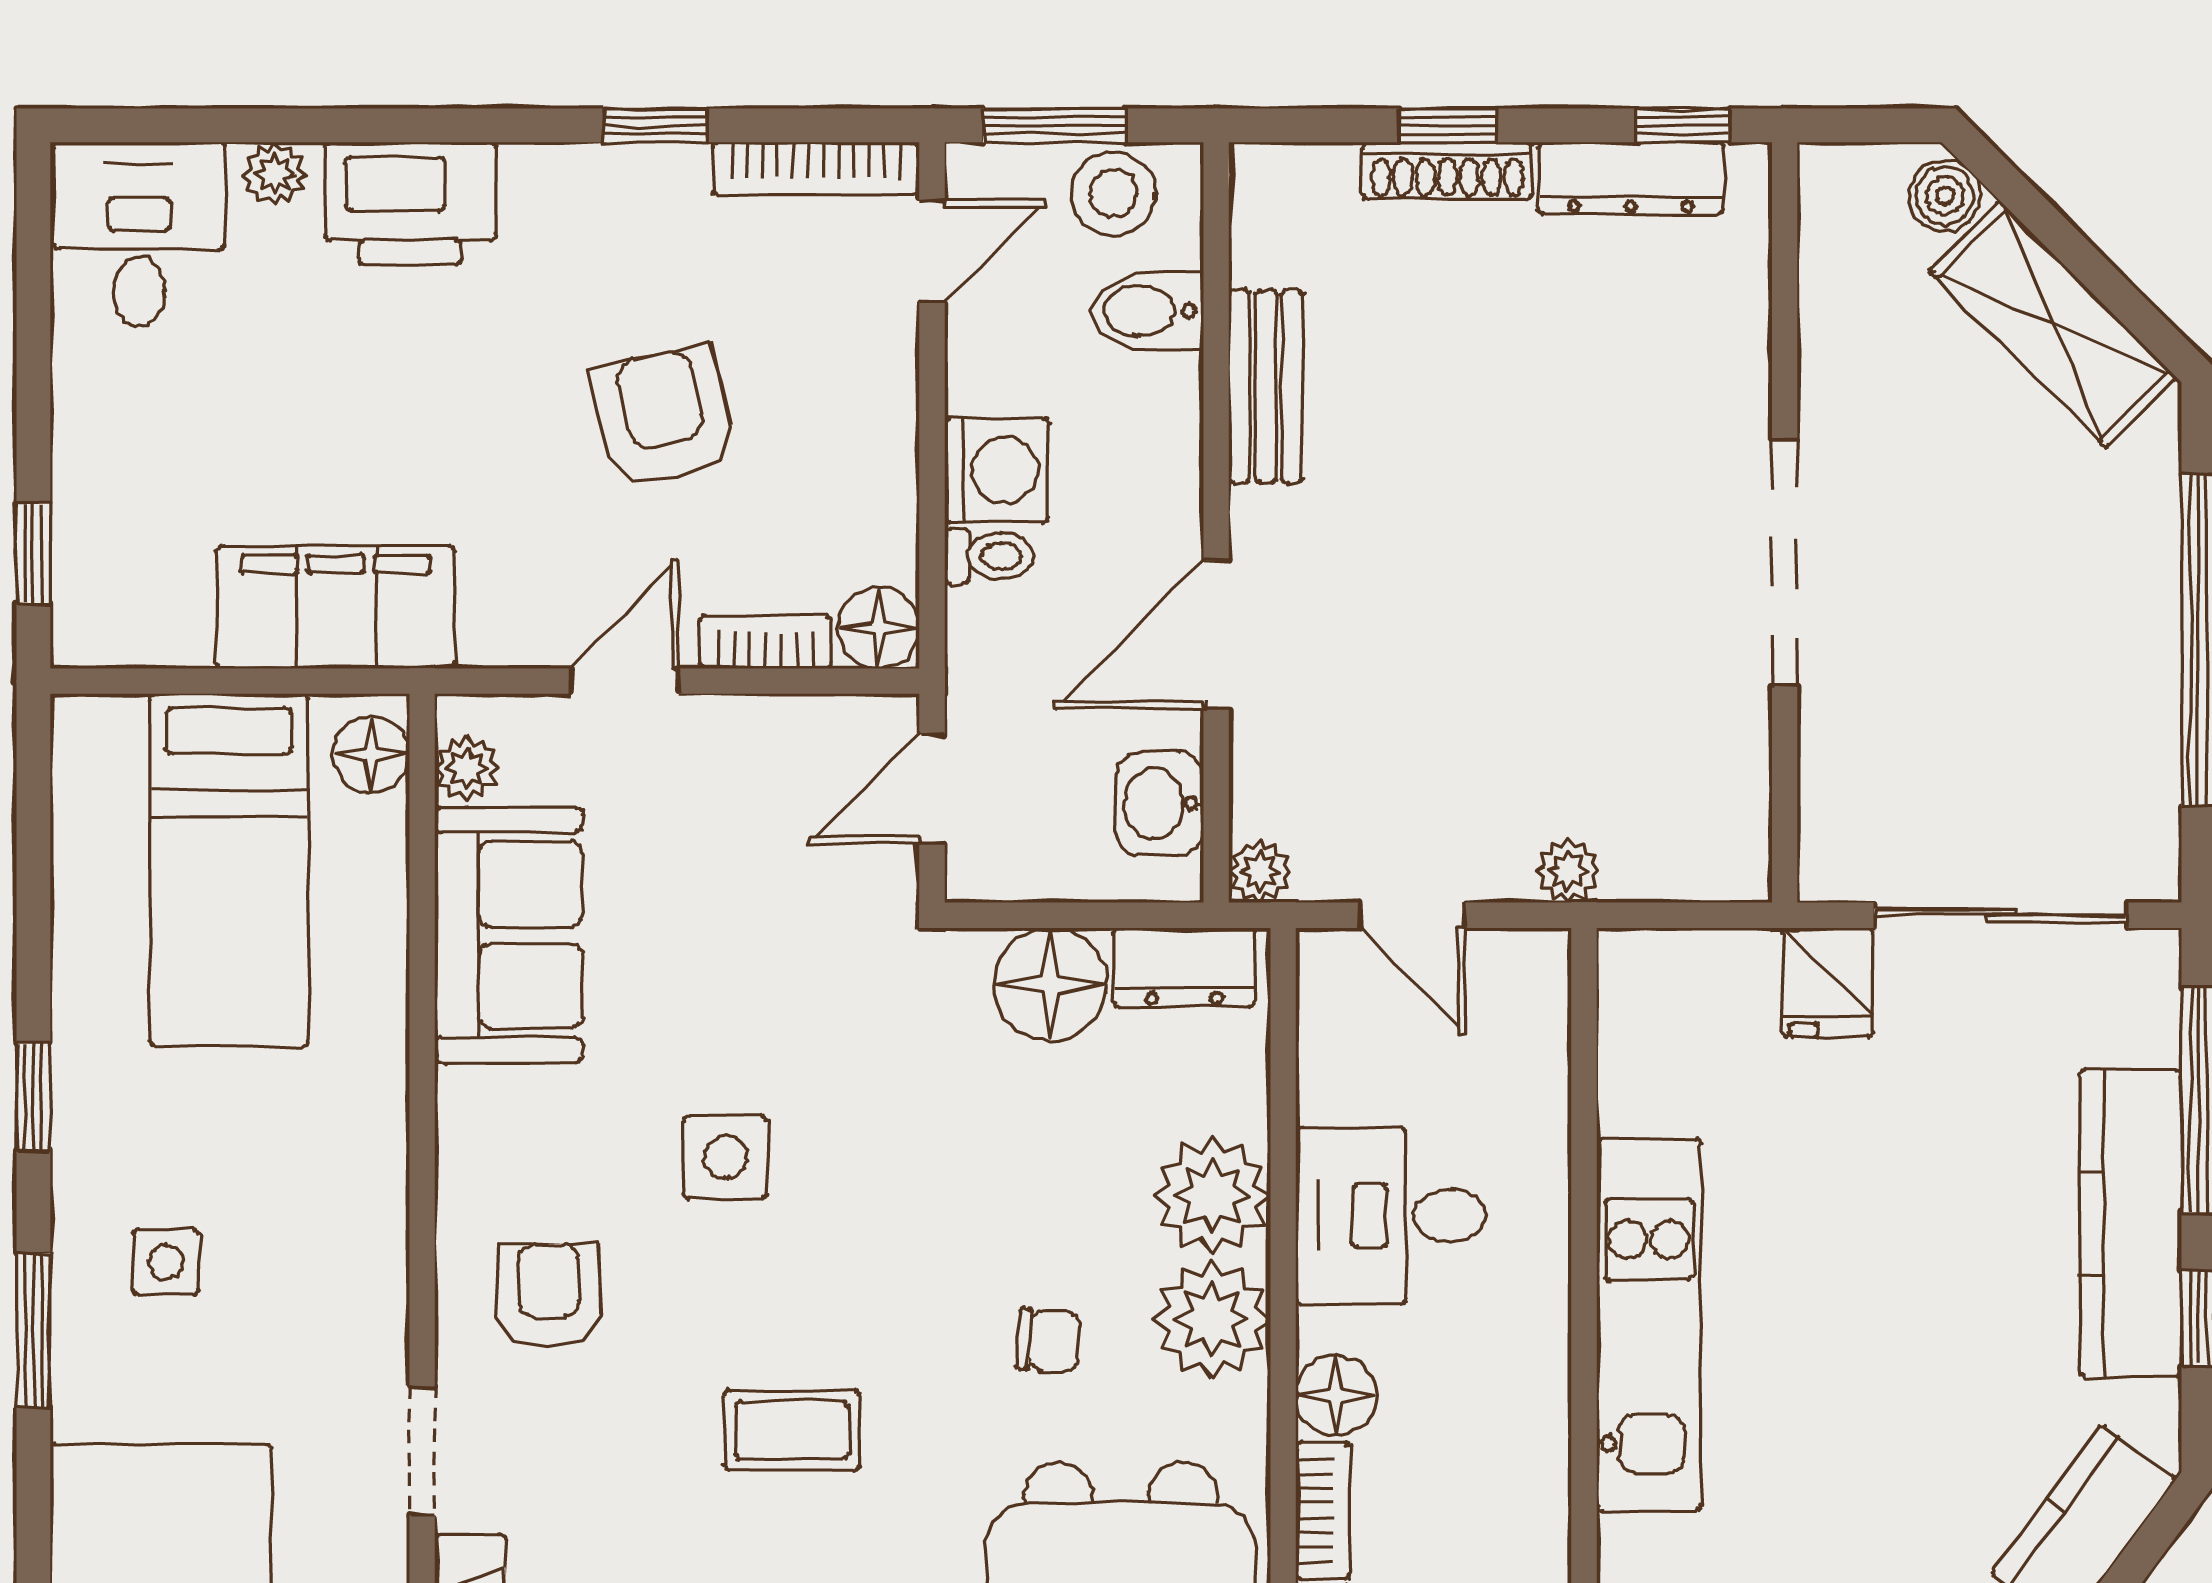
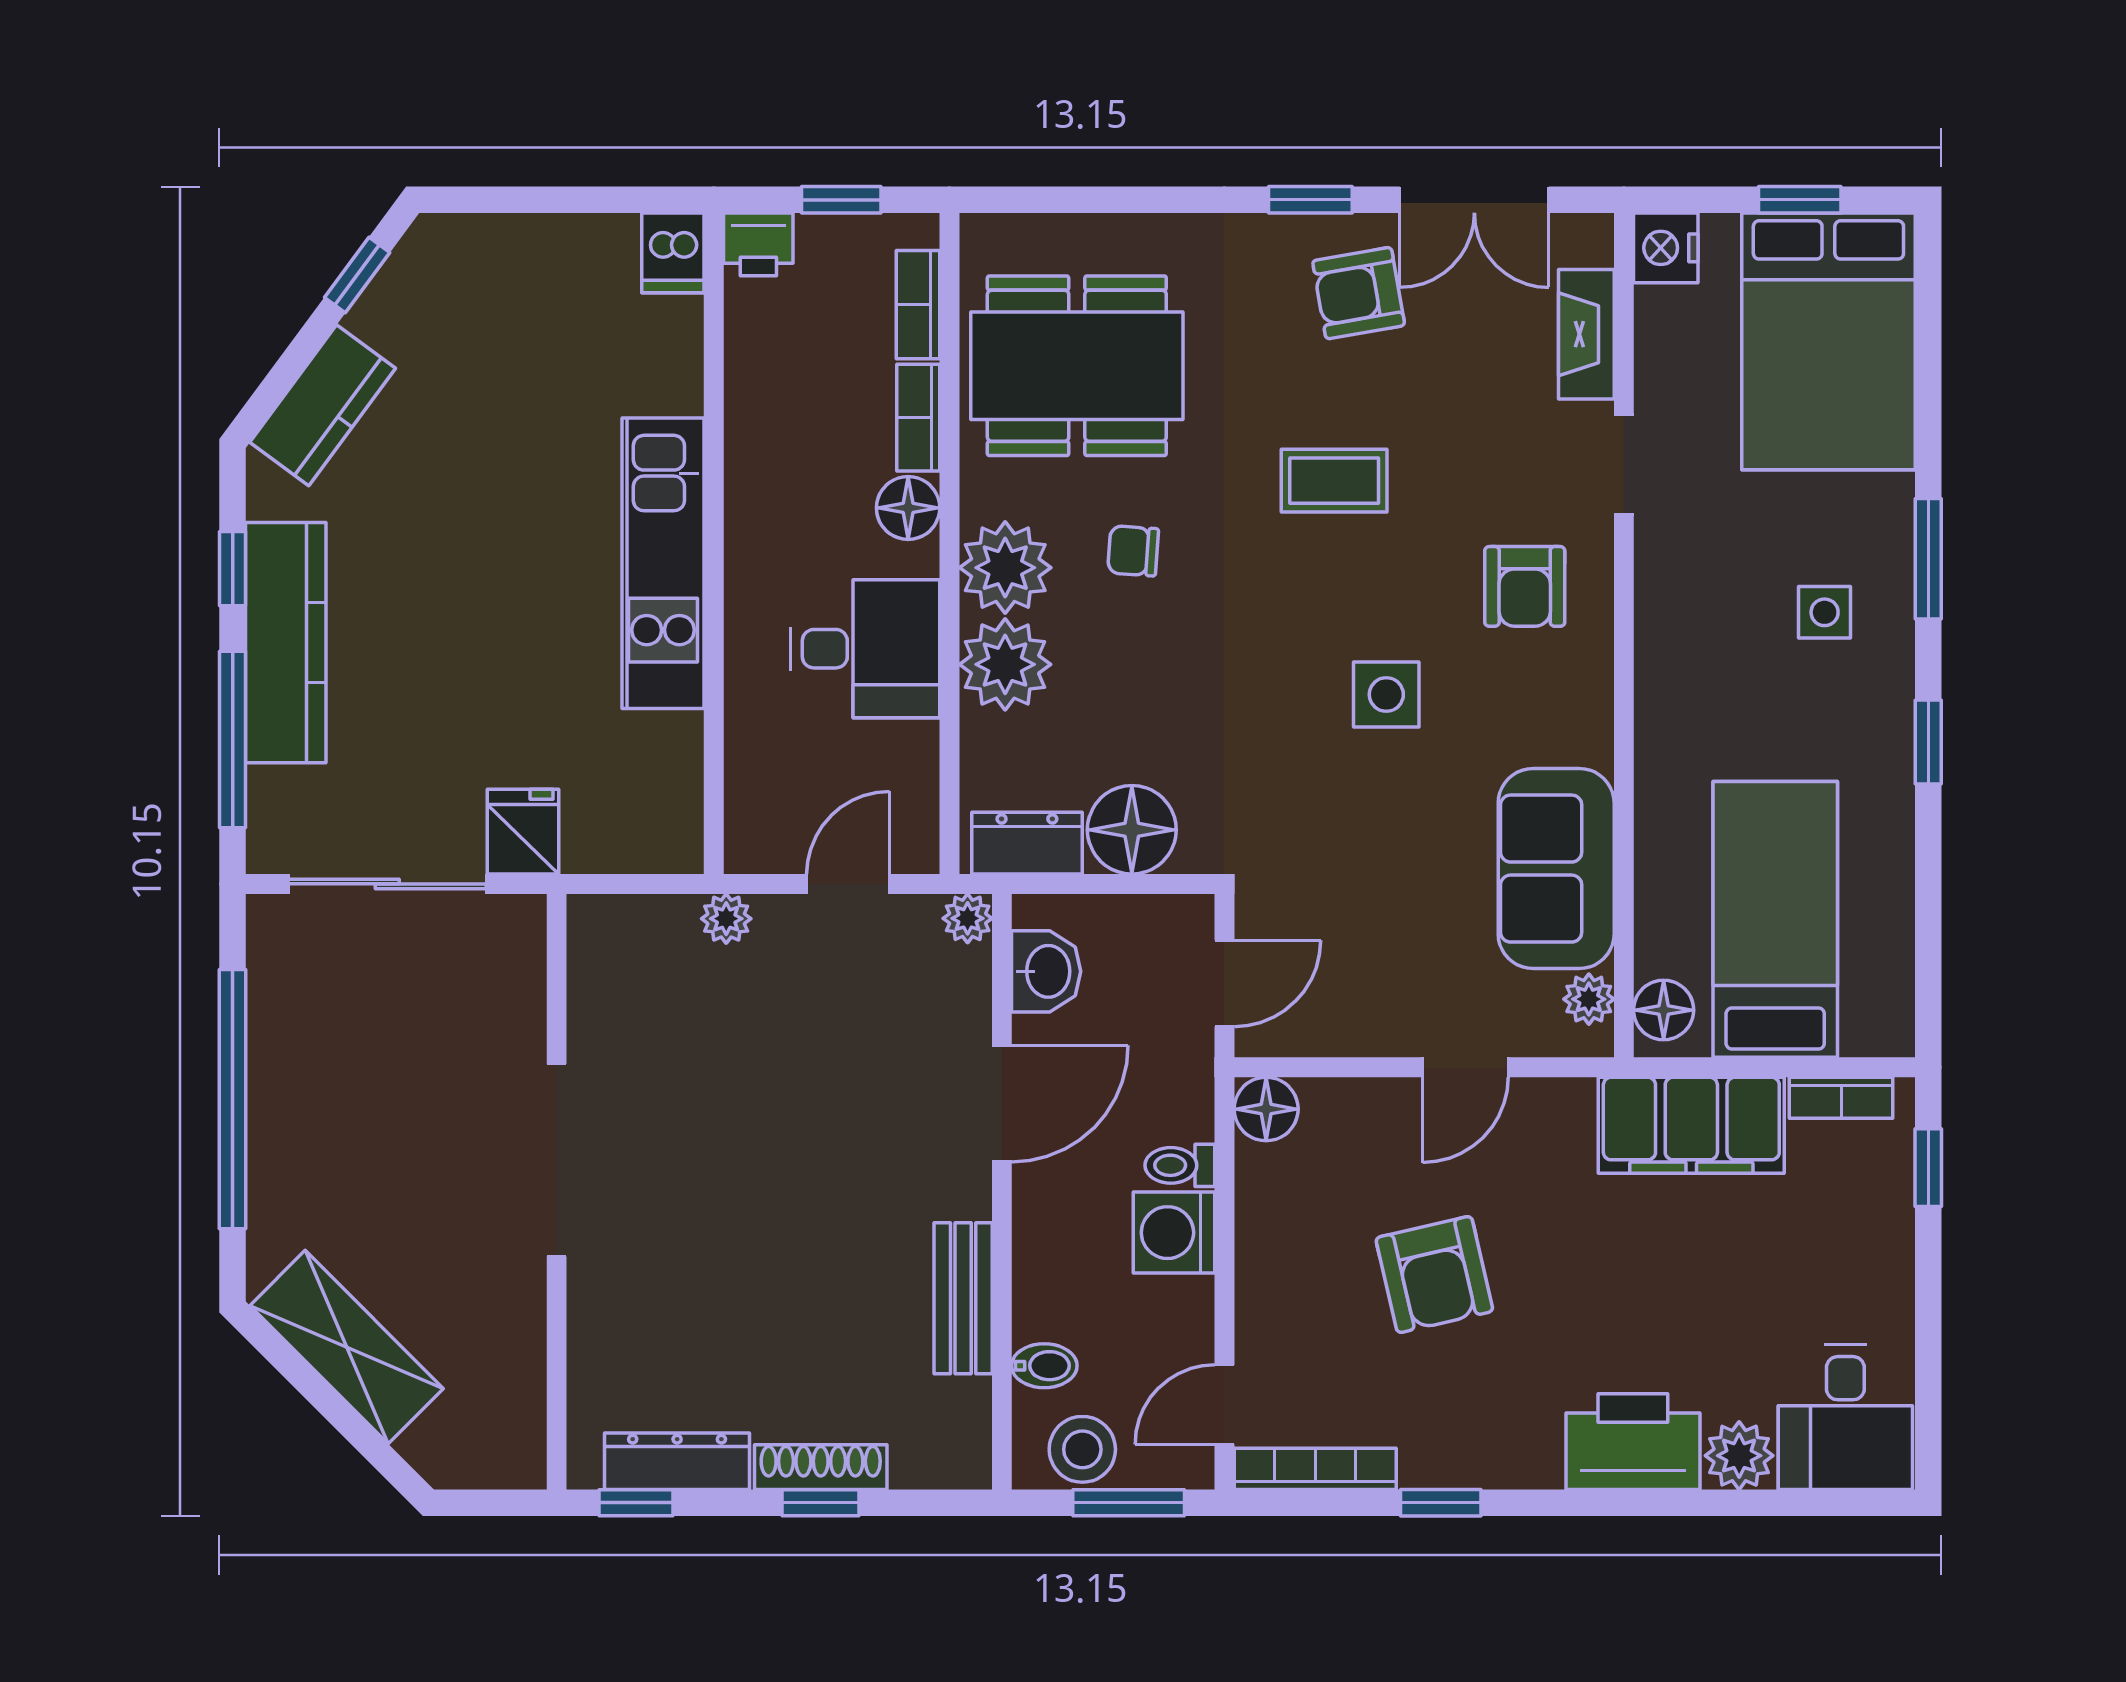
plant: (275, 174) -> (1739, 1456), width x1.38, depth x1.38
boiler: (1945, 196) -> (431, 1448), removed
bidet: (1147, 311) -> (1044, 1366), width x0.72, depth x0.74
bookcase: (765, 642) -> (1841, 1098), moved
door: (1412, 915) -> (848, 884), hinge flipped

